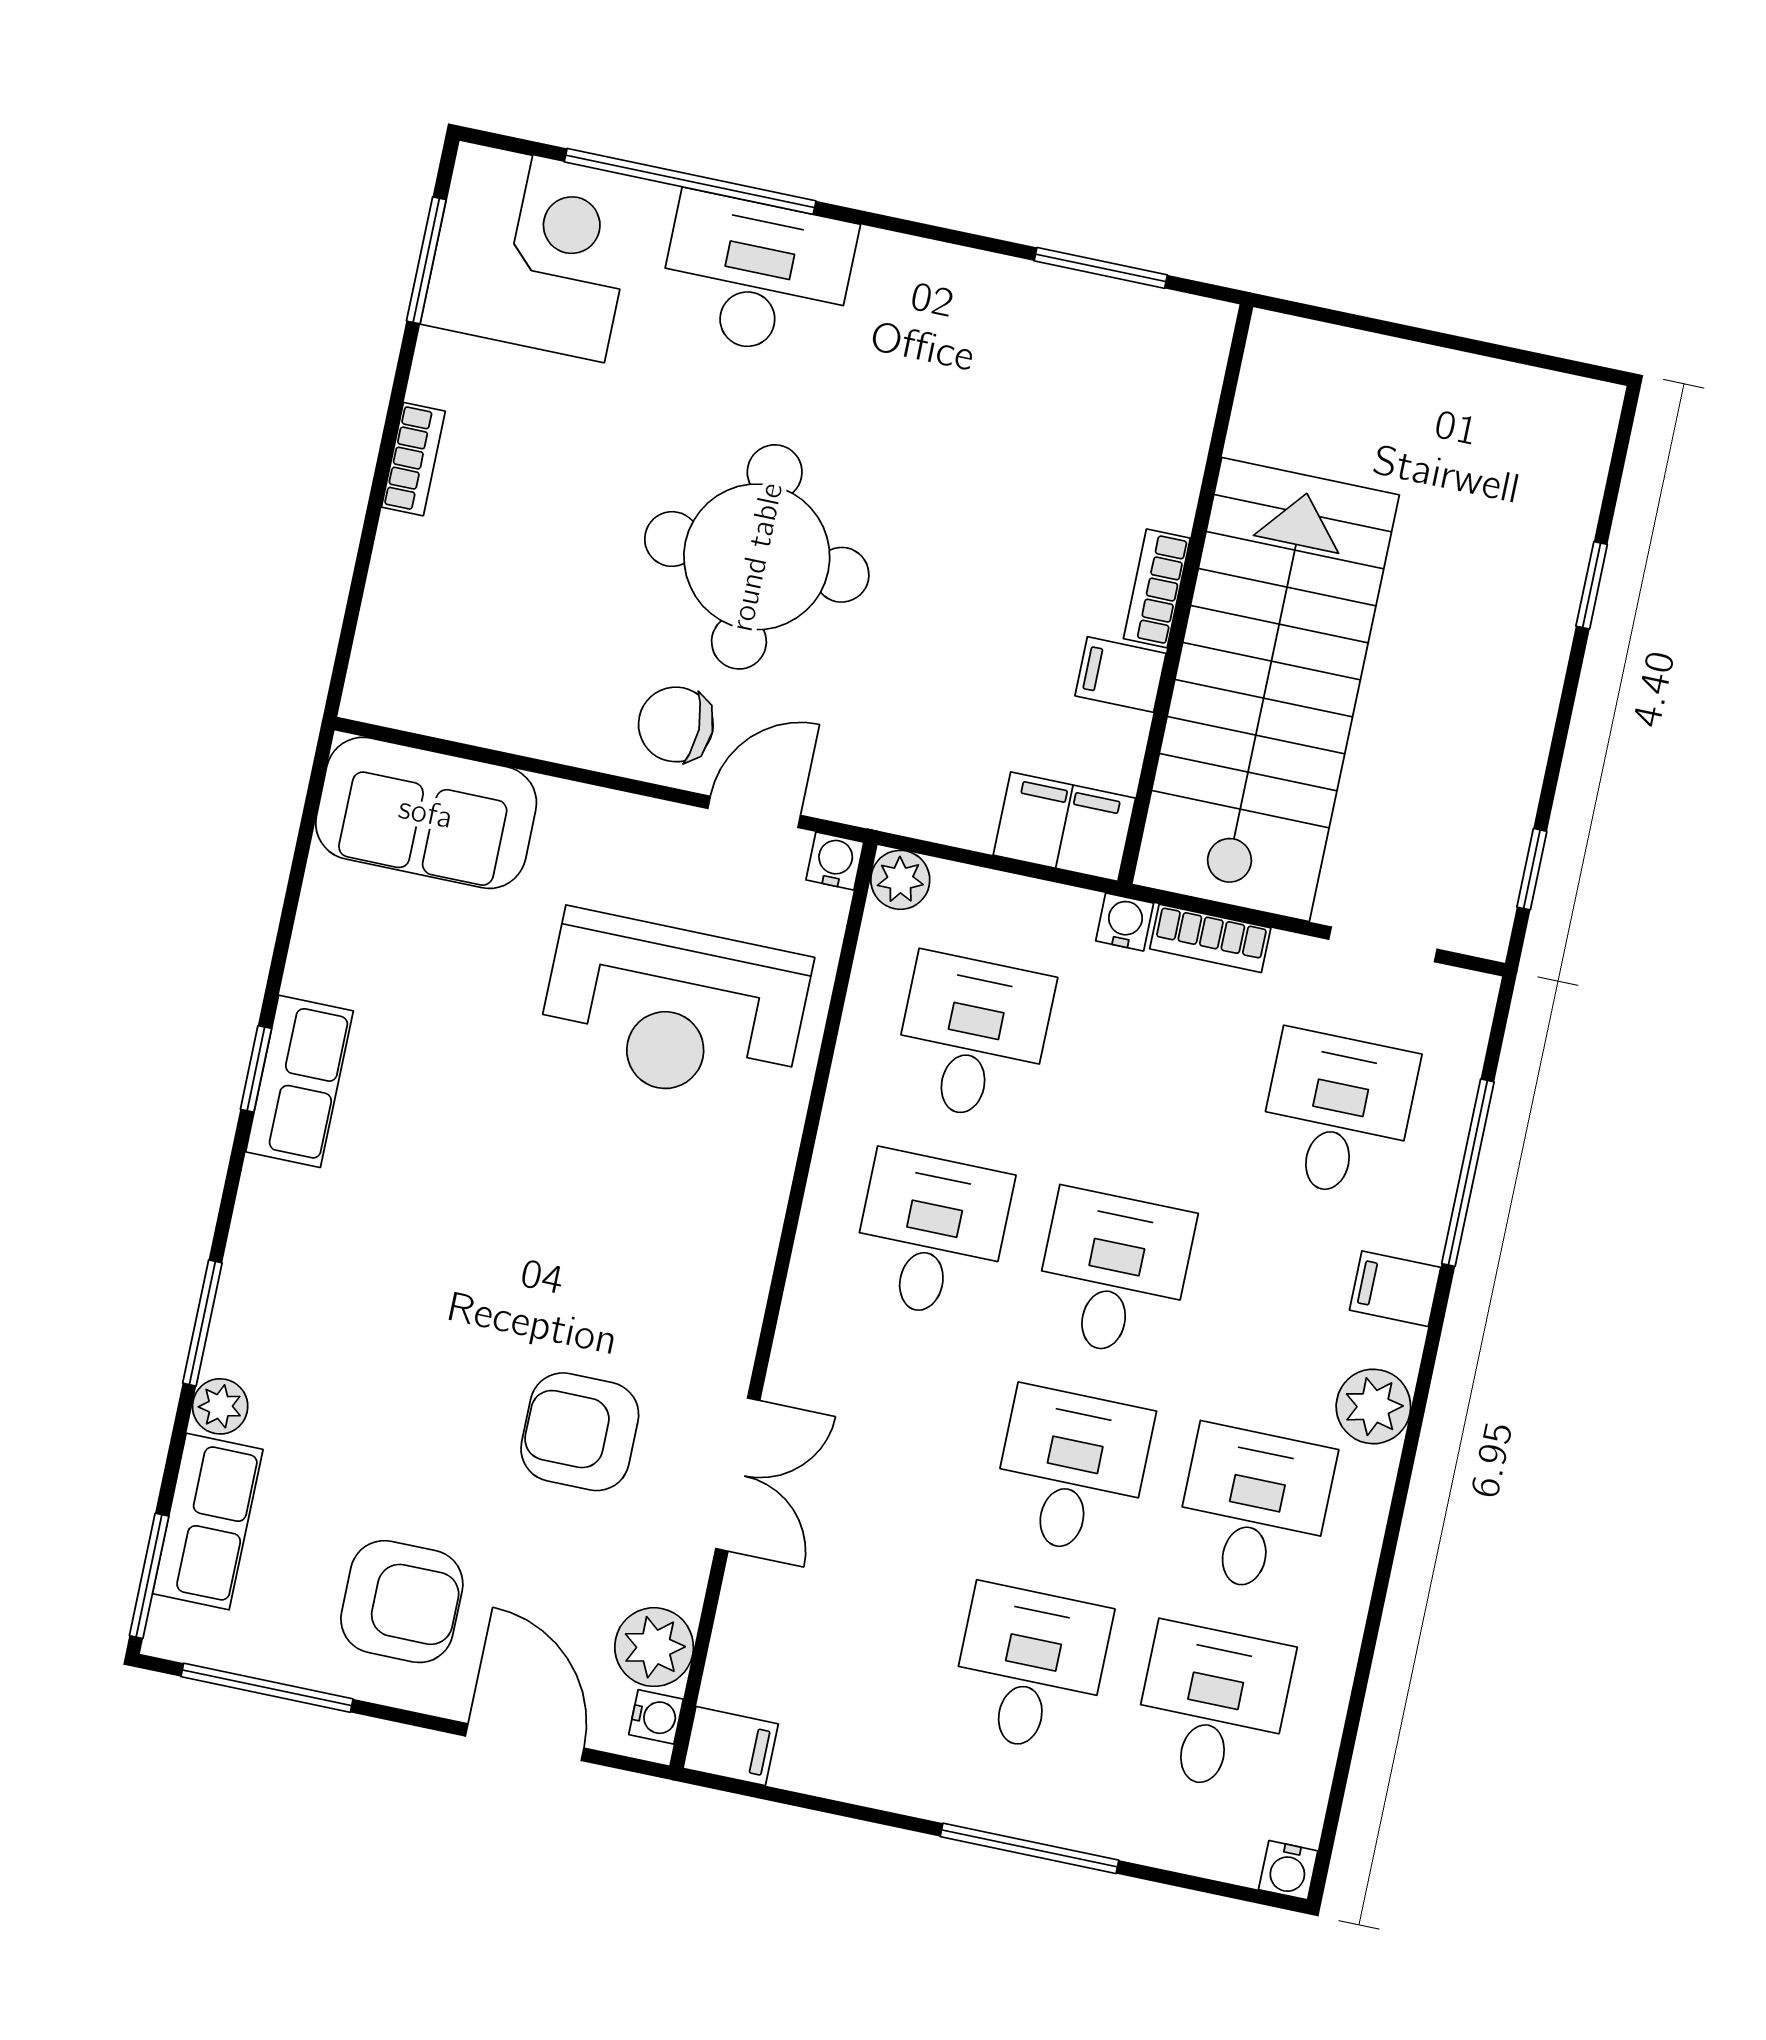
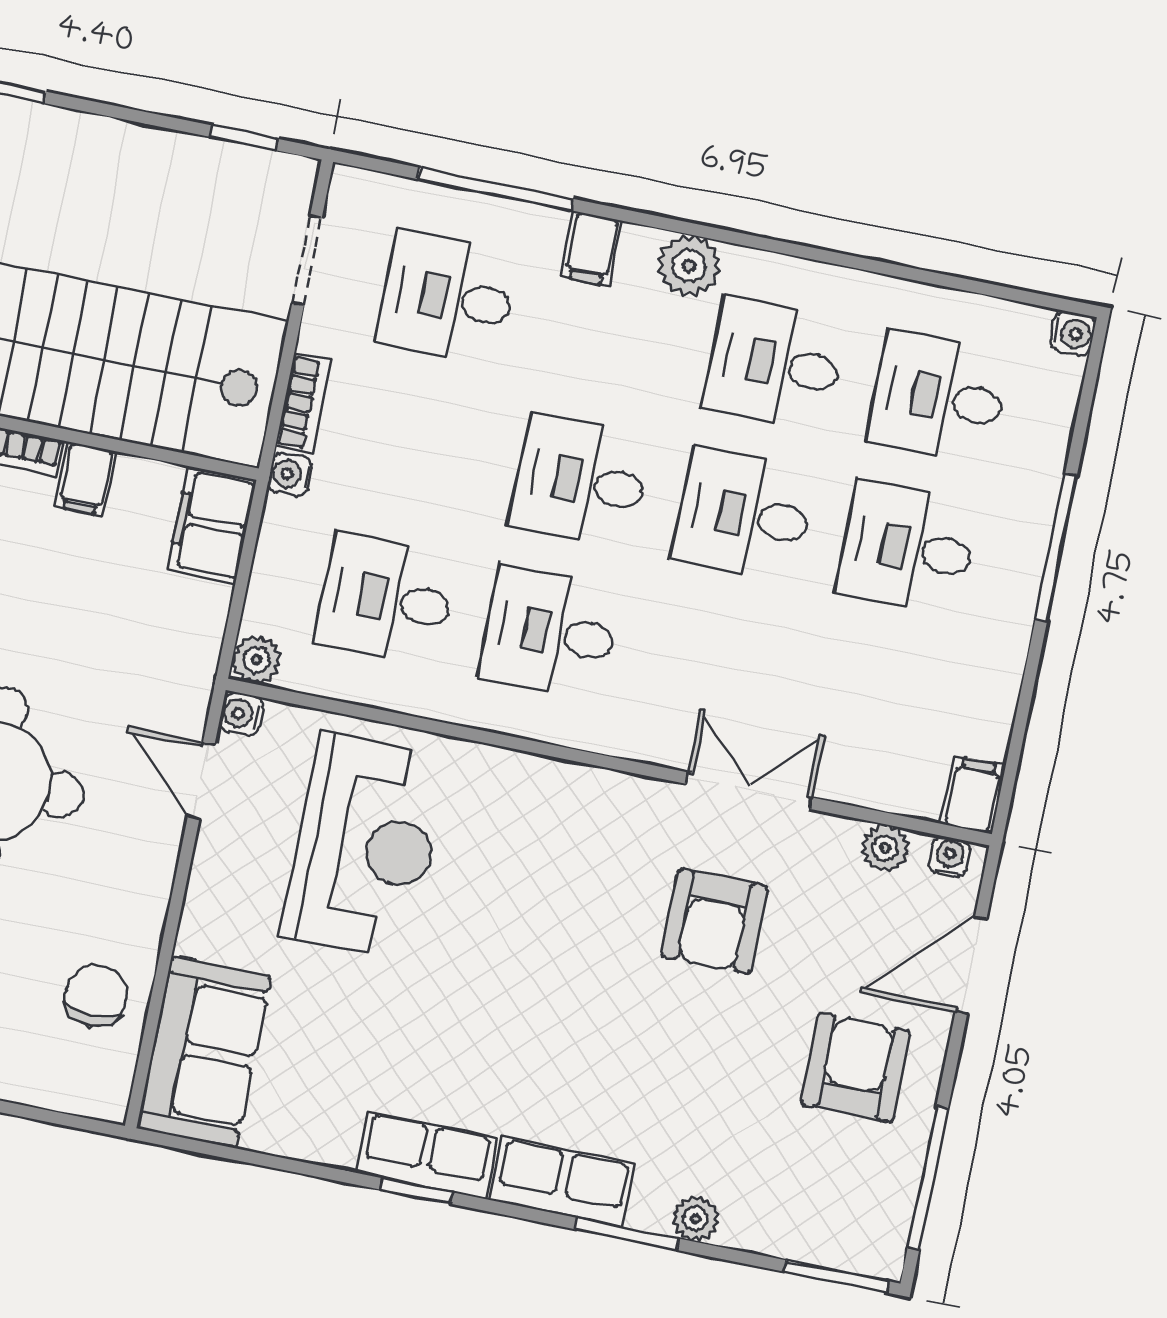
chair: (676, 724) -> (96, 996), moved, turned 180
row of seats: (208, 1522) -> (562, 1182), moved
plant: (654, 1647) -> (885, 848), width x0.73, depth x0.73

